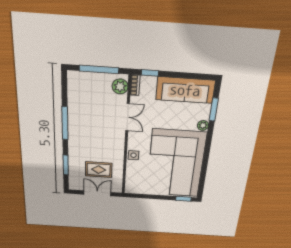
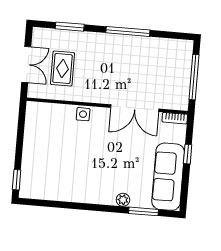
window: (150, 73) -> (188, 154), moved
plant: (120, 86) -> (173, 101), removed
double door: (128, 117) -> (135, 108), width x1.37
corner sofa: (176, 164) -> (70, 168), removed

